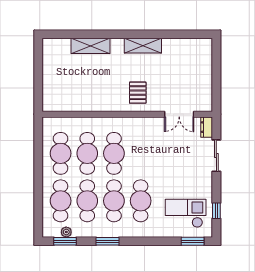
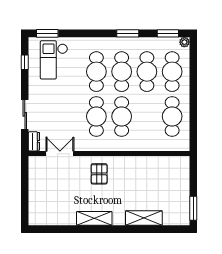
window: (38, 56) -> (193, 208), added
cafe table: (87, 153) -> (96, 116), moved
checkout: (186, 213) -> (54, 60), turned 90
plant: (66, 232) -> (184, 42), moved

